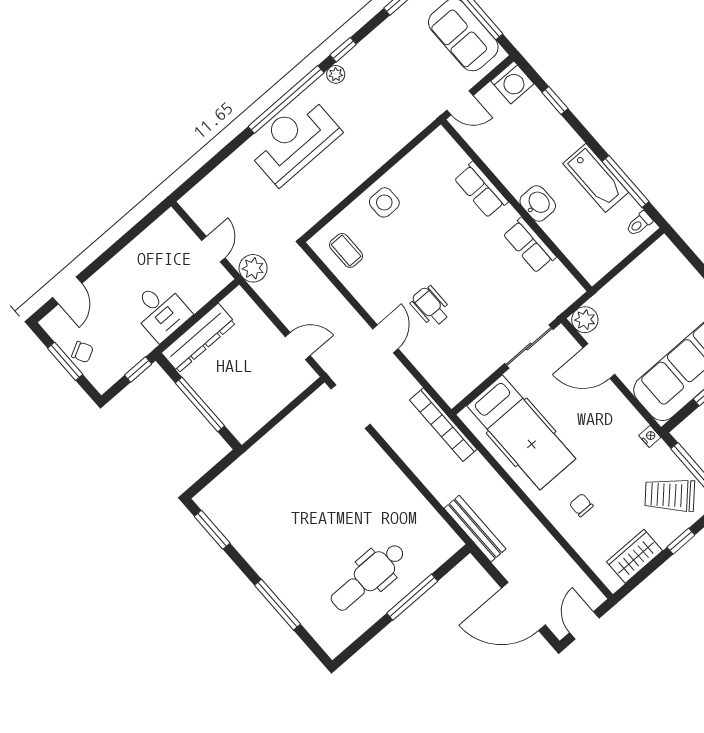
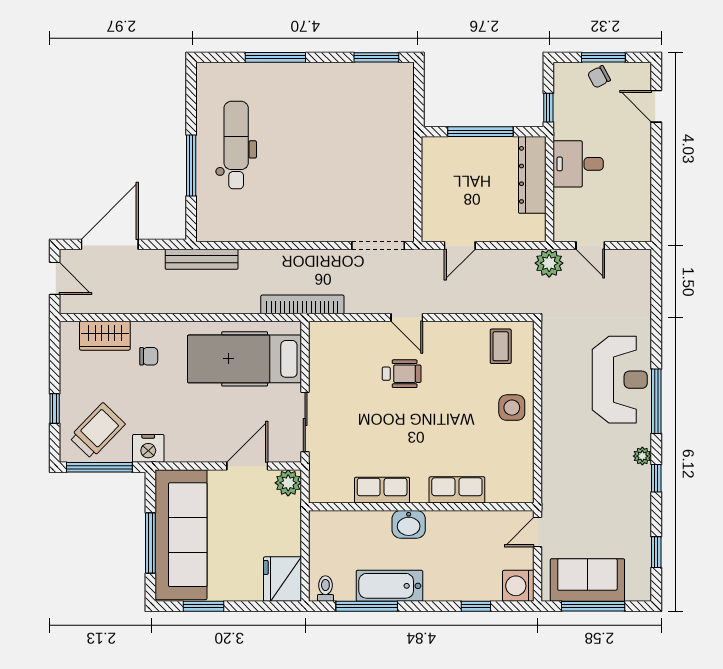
window: (286, 99) -> (656, 401), width x0.68
coffee table: (346, 250) -> (501, 346), turned 90
fridge: (660, 262) -> (283, 579), added
nightstand: (650, 436) -> (148, 448), width x1.89, depth x1.79
wardrobe: (635, 556) -> (105, 336), moved, turned 90

